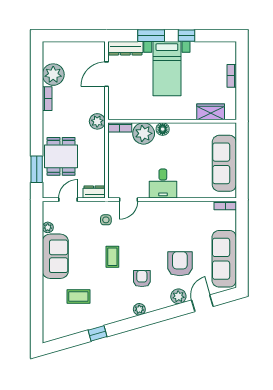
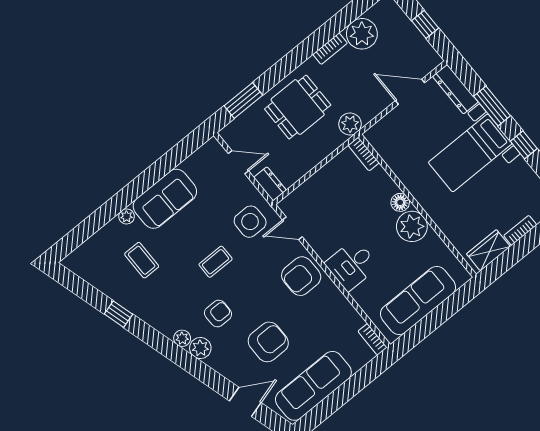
window: (76, 36) -> (425, 24), added
wardrobe: (211, 112) -> (488, 250), moved, turned -90
plant: (144, 133) -> (412, 226), moved
dining table: (61, 156) -> (298, 107), moved
desk: (163, 184) -> (352, 265), moved
armchair: (159, 216) -> (301, 276), added
side table: (106, 220) -> (250, 222), width x1.87, depth x1.87
plant: (48, 227) -> (127, 216), moved
plant: (178, 296) -> (200, 348), moved

